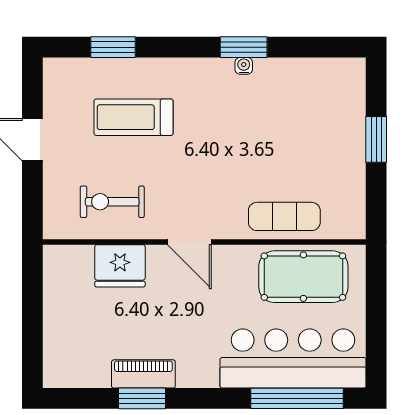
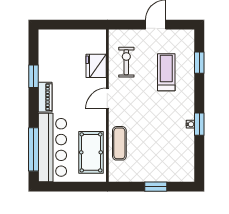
piano: (143, 374) -> (45, 97), moved

